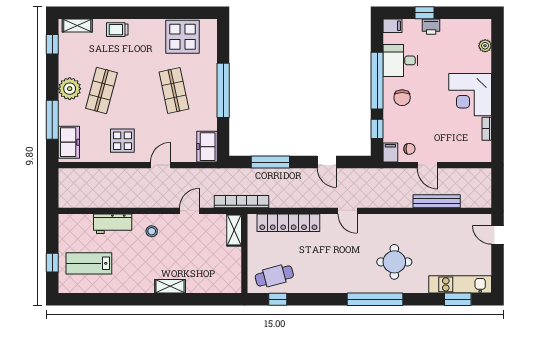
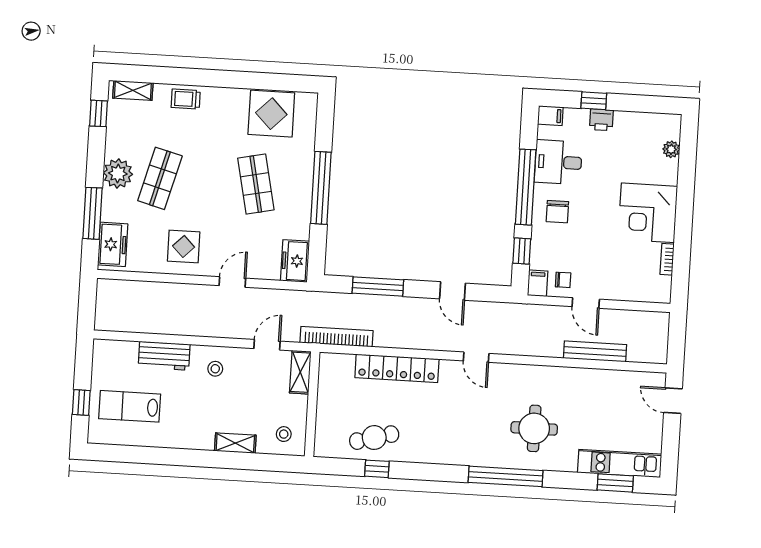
shelving: (234, 230) -> (300, 372), moved
wall: (244, 254) -> (312, 404), moved
stool: (206, 277) -> (284, 434), added

